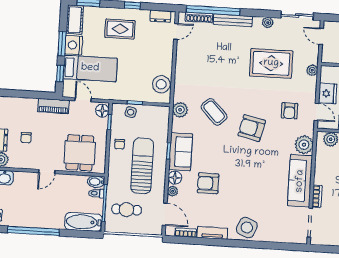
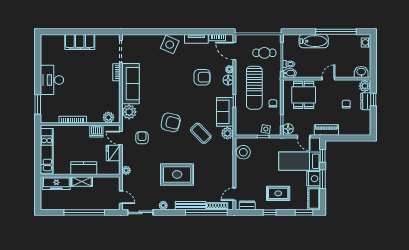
rug: (271, 63) -> (177, 174), moved
sofa: (181, 152) -> (225, 112), moved
bathtub: (83, 222) -> (314, 41), moved

